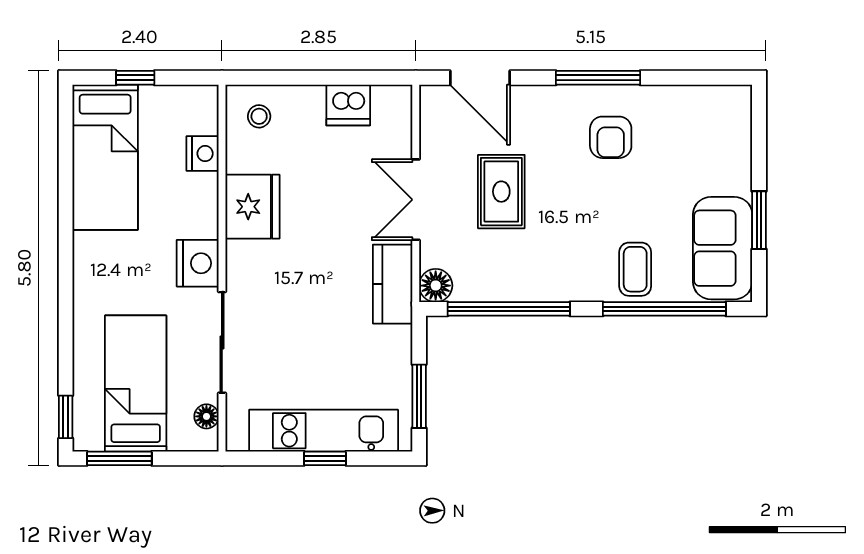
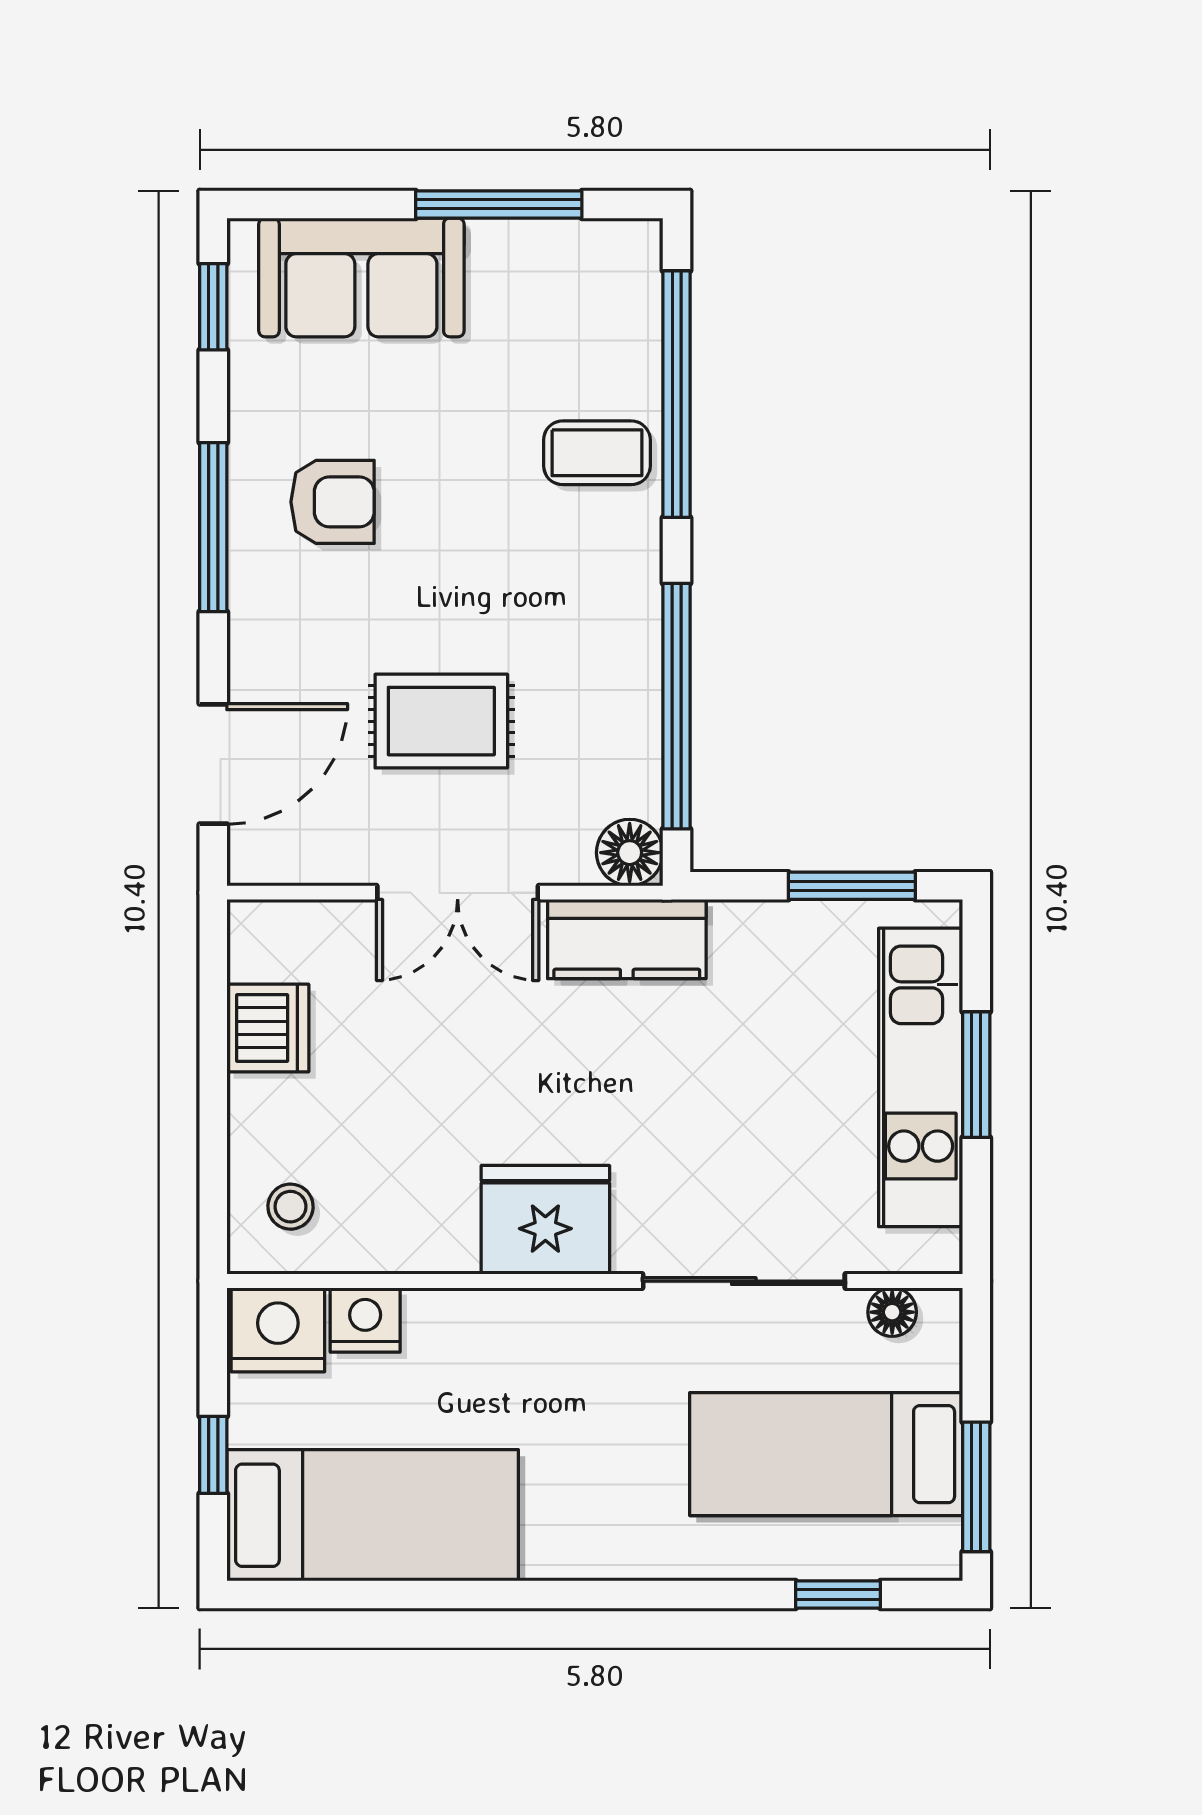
window: (708, 78) -> (213, 307), added
fridge: (252, 207) -> (545, 1220), moved
window: (759, 220) -> (499, 204), width x1.44
sofa: (723, 248) -> (361, 277), moved
nightstand: (198, 263) -> (278, 1330), moved
window: (66, 417) -> (838, 1594), moved
window: (325, 458) -> (976, 1075), width x1.50

